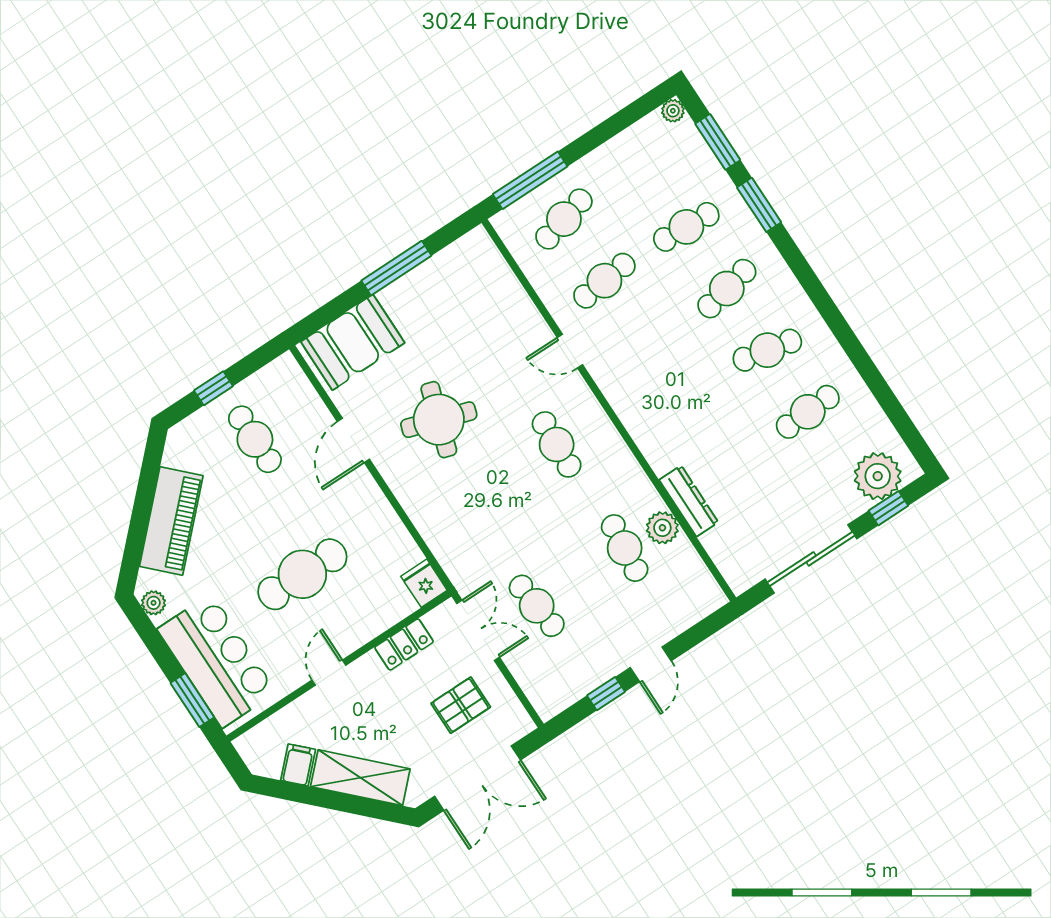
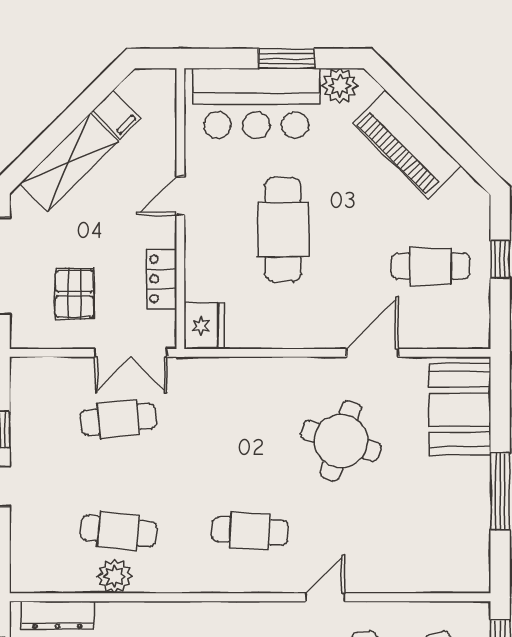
door: (353, 440) -> (372, 353), hinge flipped
dresser: (689, 501) -> (57, 615), moved
fridge: (424, 583) -> (204, 326), width x1.38
plant: (154, 603) -> (340, 86), width x1.38, depth x1.38
door: (329, 673) -> (180, 196), swing flipped
window: (192, 700) -> (287, 59), moved

